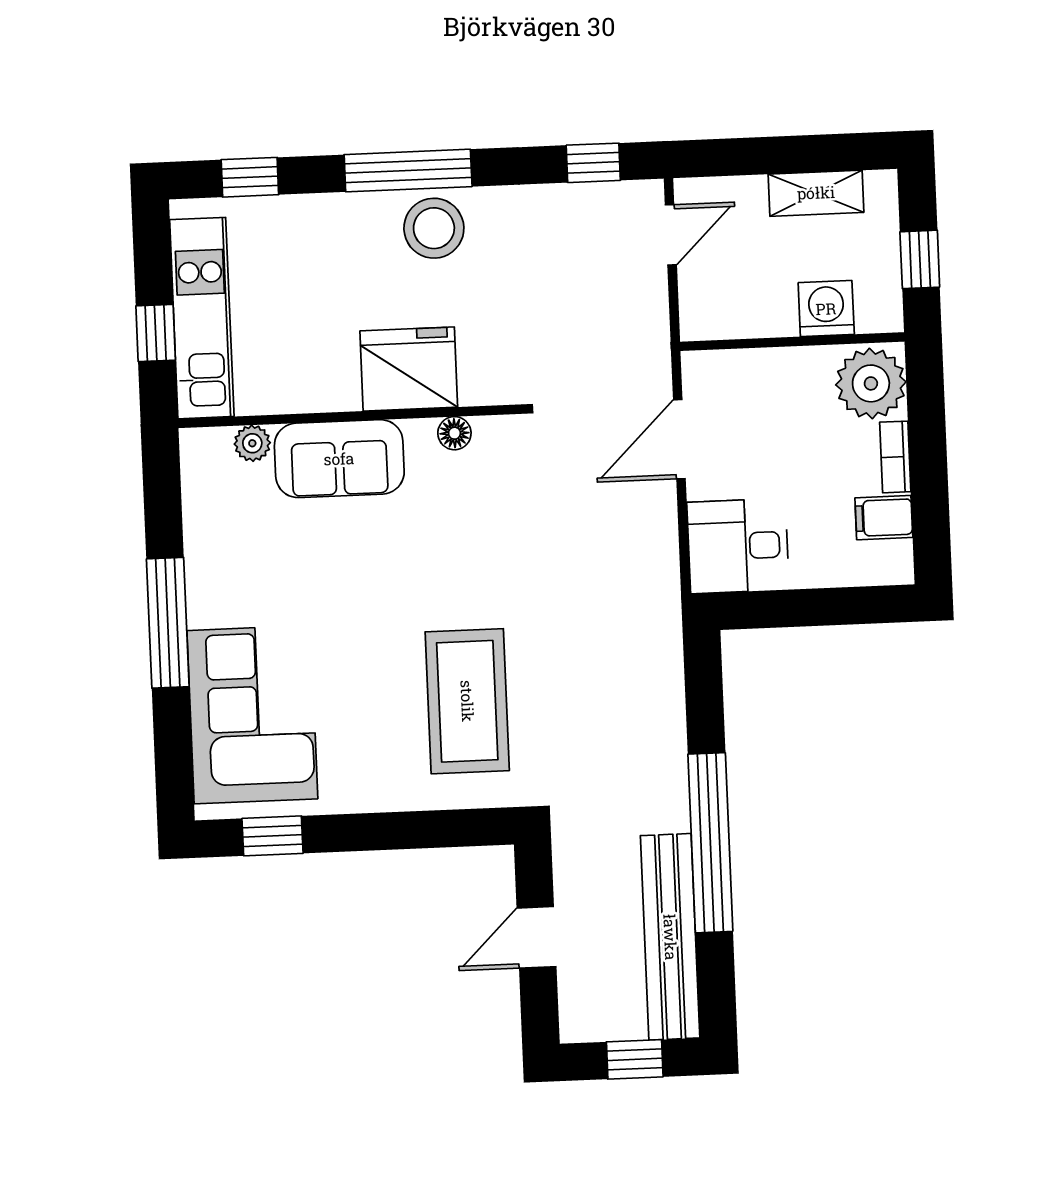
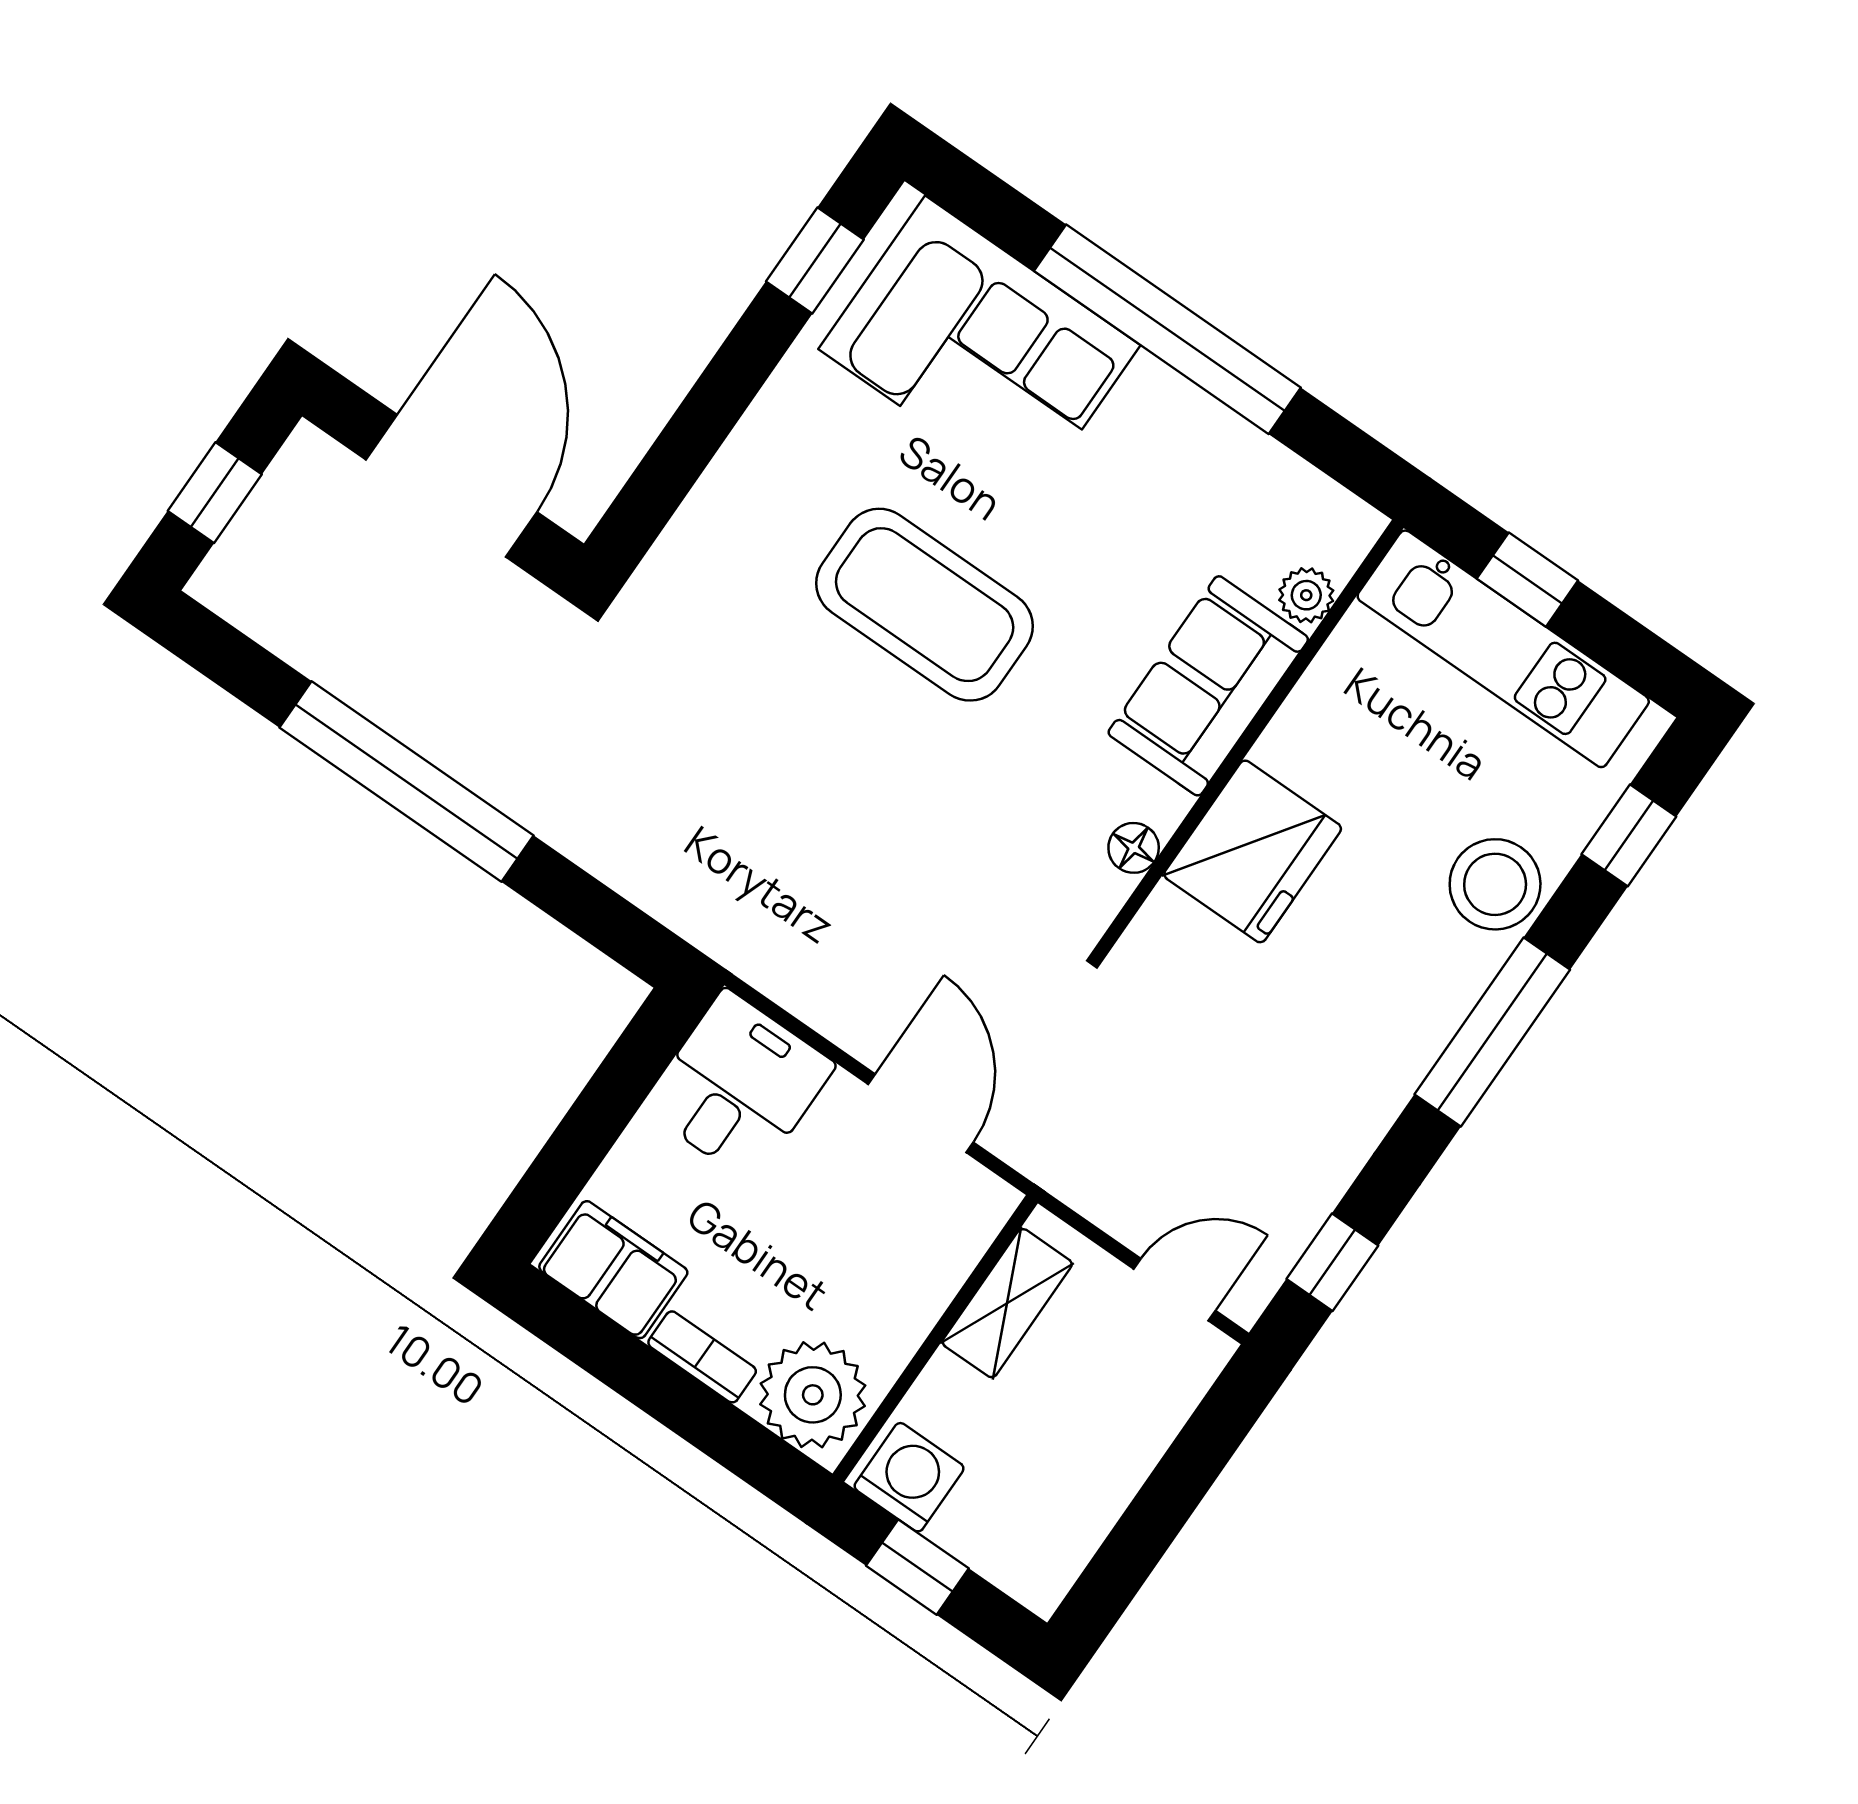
shelving: (816, 193) -> (1007, 1303), moved
stool: (434, 228) -> (1495, 884), moved
door: (671, 235) -> (1175, 1290), swing flipped
washing machine: (826, 309) -> (909, 1477), moved, turned -90
filing cabinet: (884, 518) -> (613, 1270), width x2.00
window: (168, 623) -> (1167, 329), width x1.46
coffee table: (467, 701) -> (925, 605), moved
door: (537, 937) -> (452, 486), width x1.88
bench: (670, 937) -> (330, 647), removed

